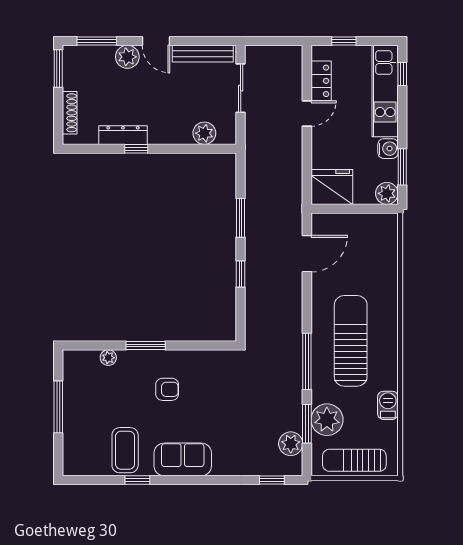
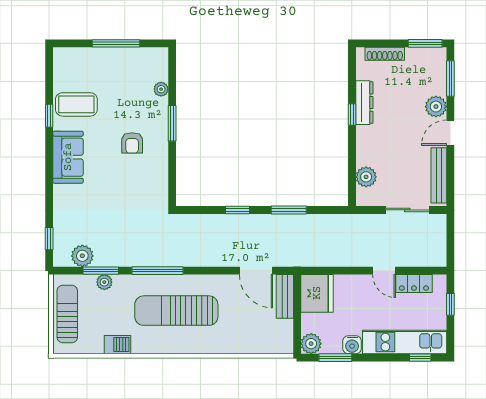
bench: (335, 222) -> (285, 296), added
sun lounger: (351, 341) -> (176, 311), turned 180
plant: (327, 420) -> (104, 282), width x0.53, depth x0.53

